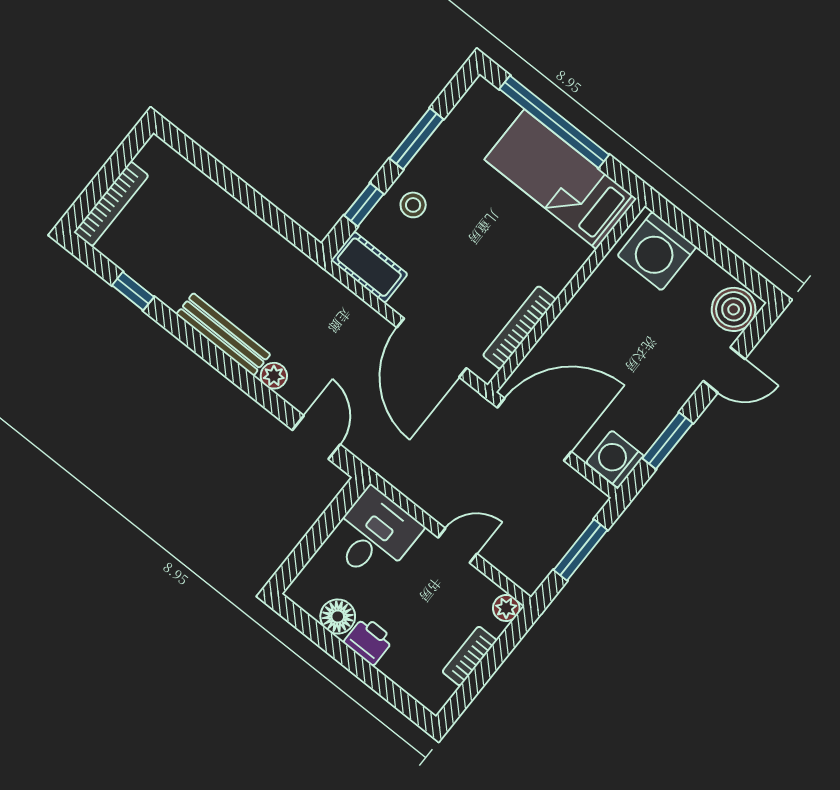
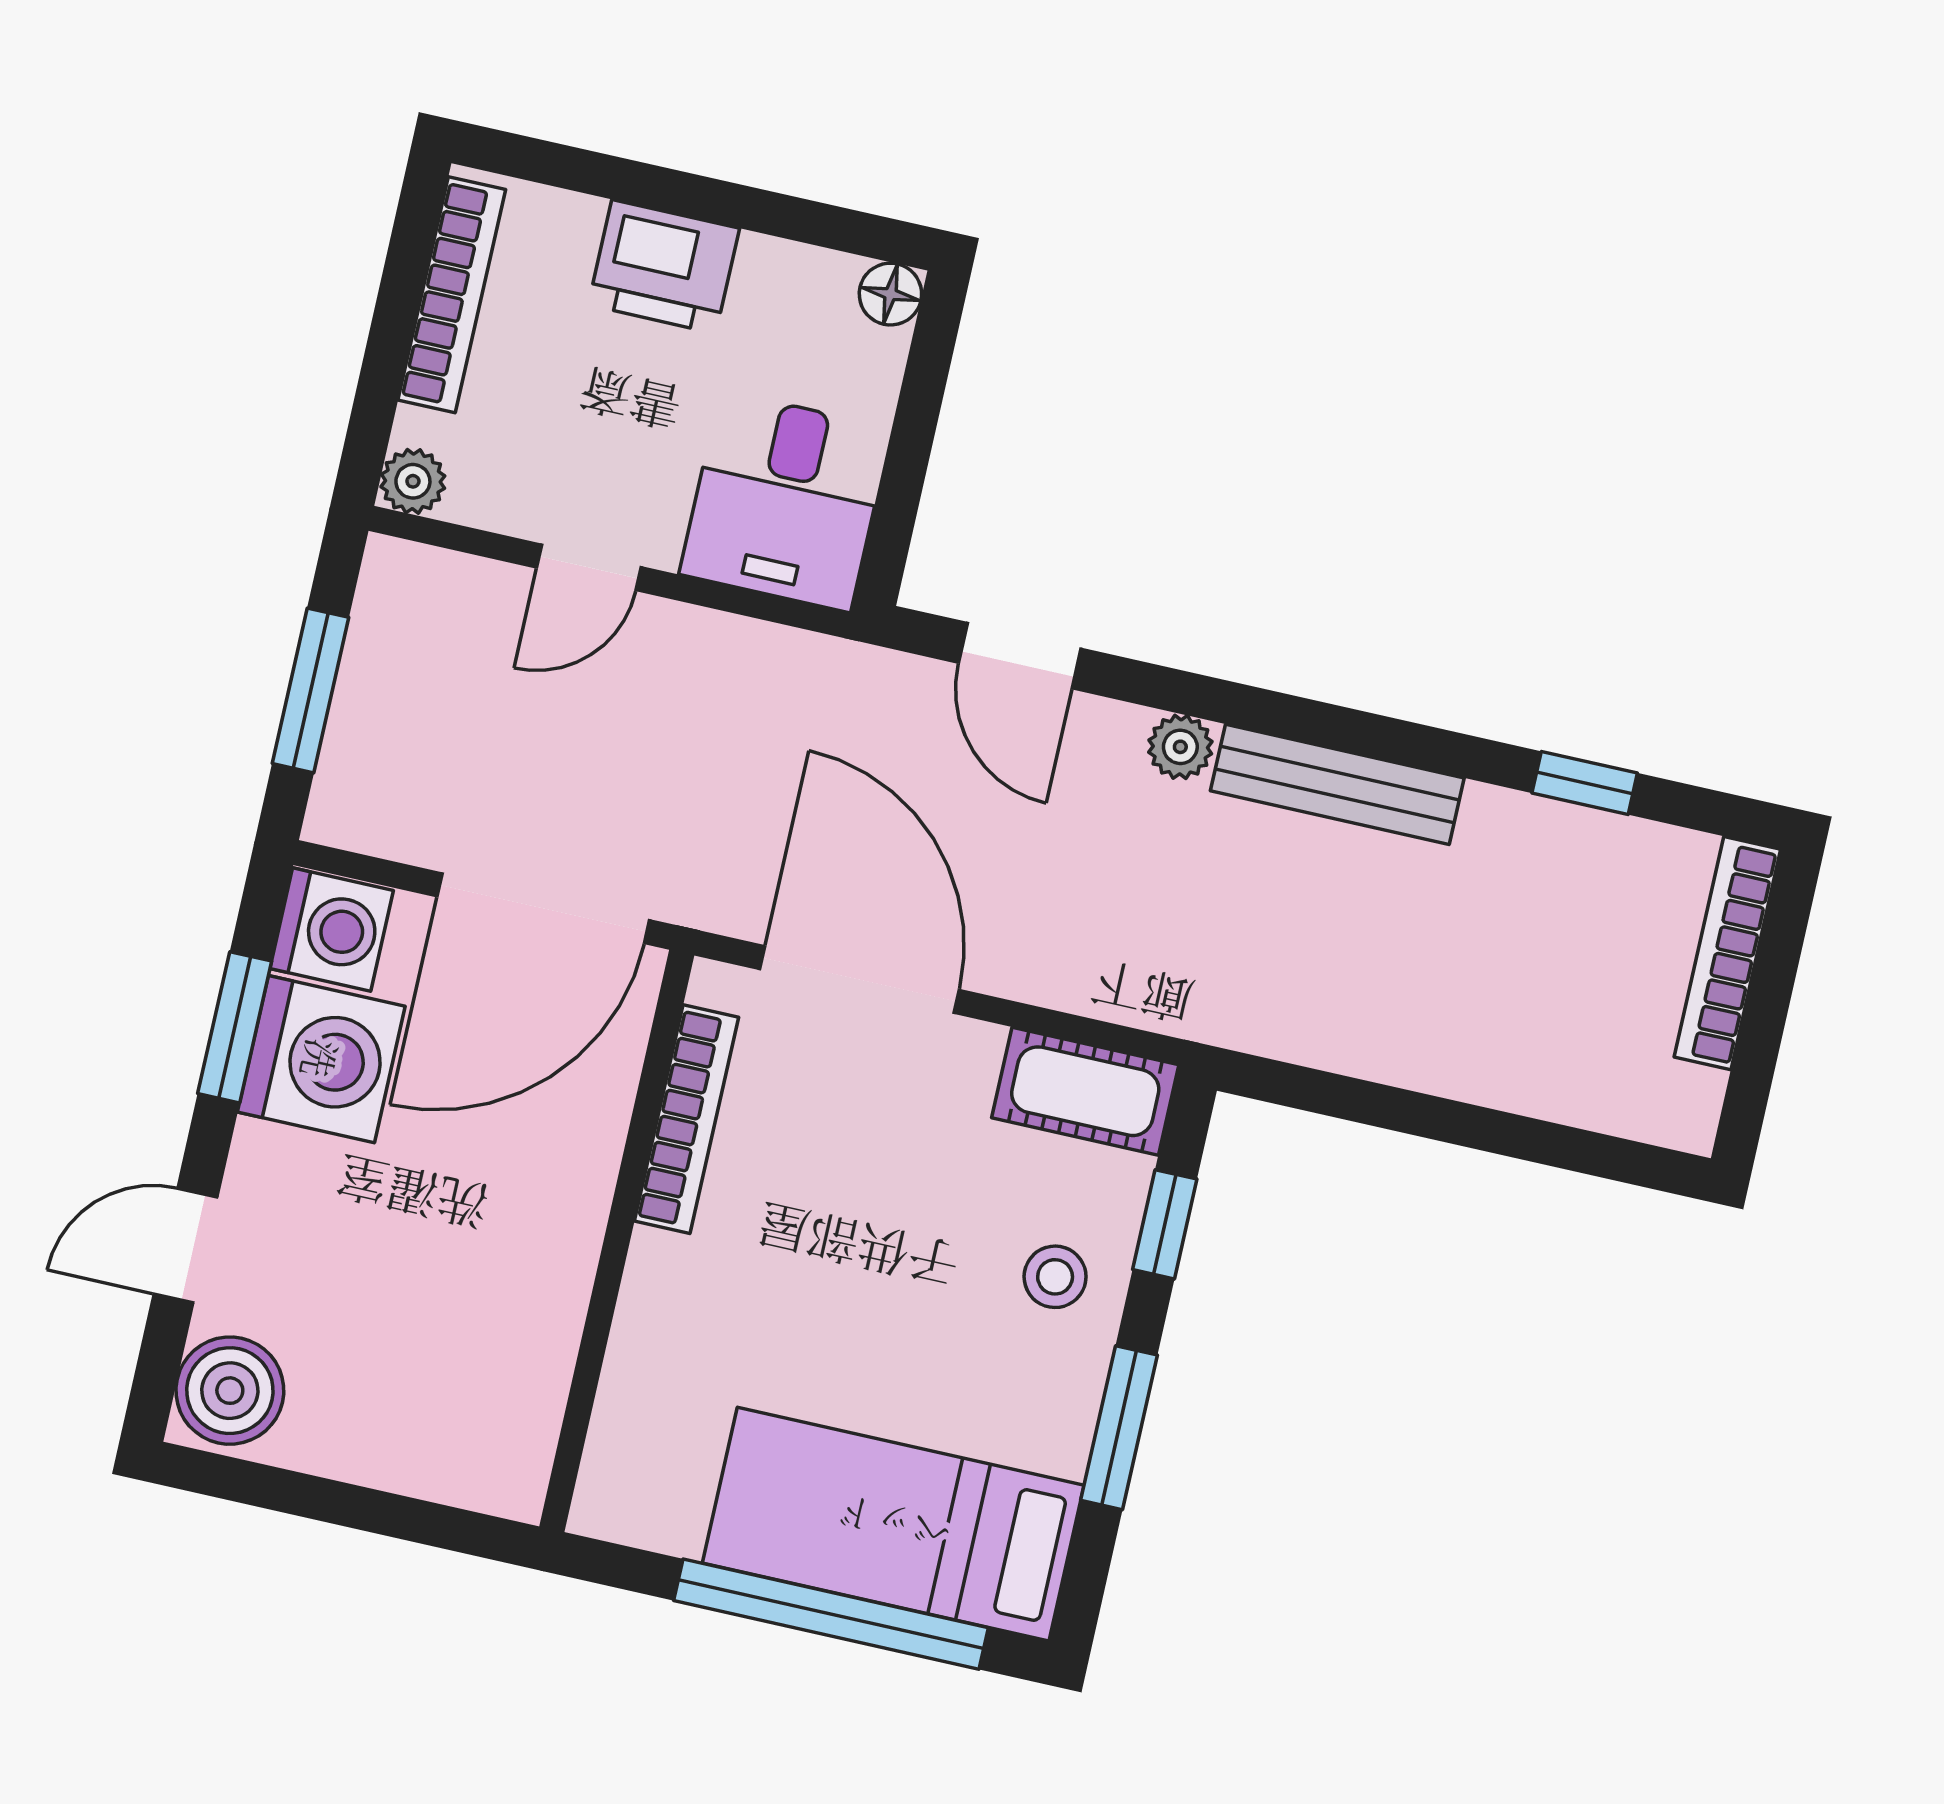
bed: (560, 179) -> (893, 1524), moved, turned 180
washing machine: (657, 251) -> (321, 1059), moved, turned 90
floor lamp: (338, 616) -> (890, 294), moved, width x0.73, depth x0.73
printer: (369, 641) -> (664, 267), width x1.36, depth x1.24
bookcase: (470, 656) -> (452, 295), width x1.56

